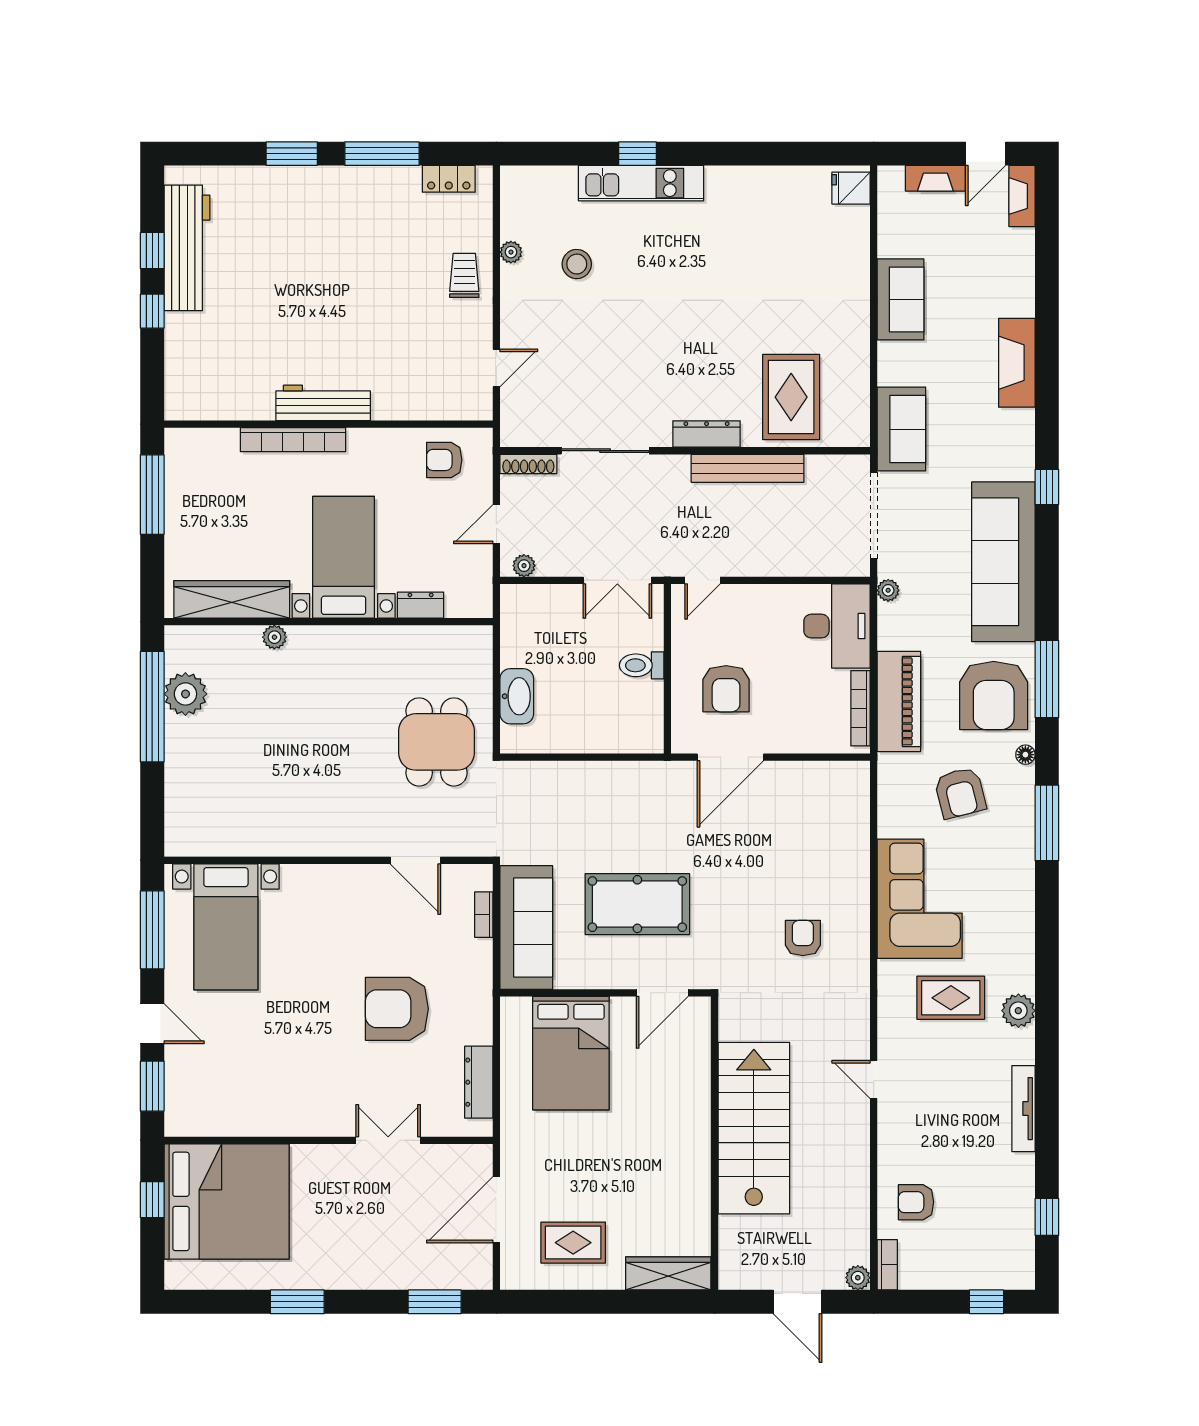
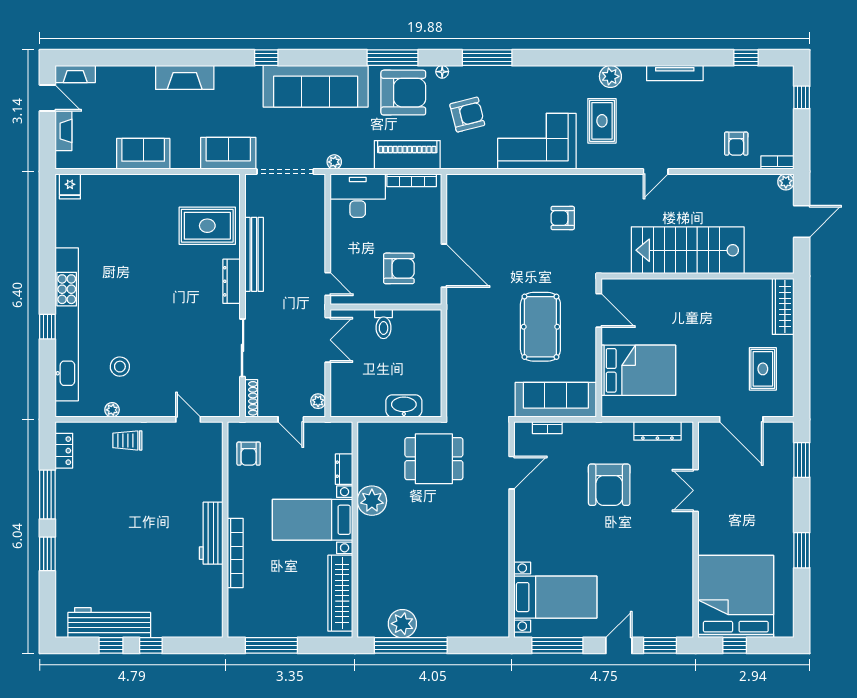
kitchen unit: (641, 183) -> (67, 324), width x1.86
plant: (274, 637) -> (372, 501), moved, width x1.88, depth x1.88

